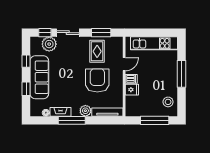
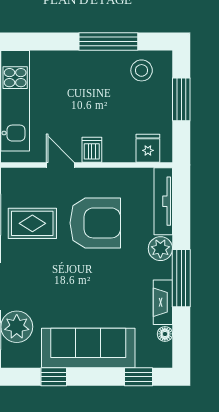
window: (181, 74) -> (108, 42), moved
armchair: (97, 80) -> (95, 223), turned 180
window: (26, 89) -> (139, 377), moved
fridge: (132, 90) -> (148, 148), moved
window: (155, 120) -> (181, 99), width x0.69

